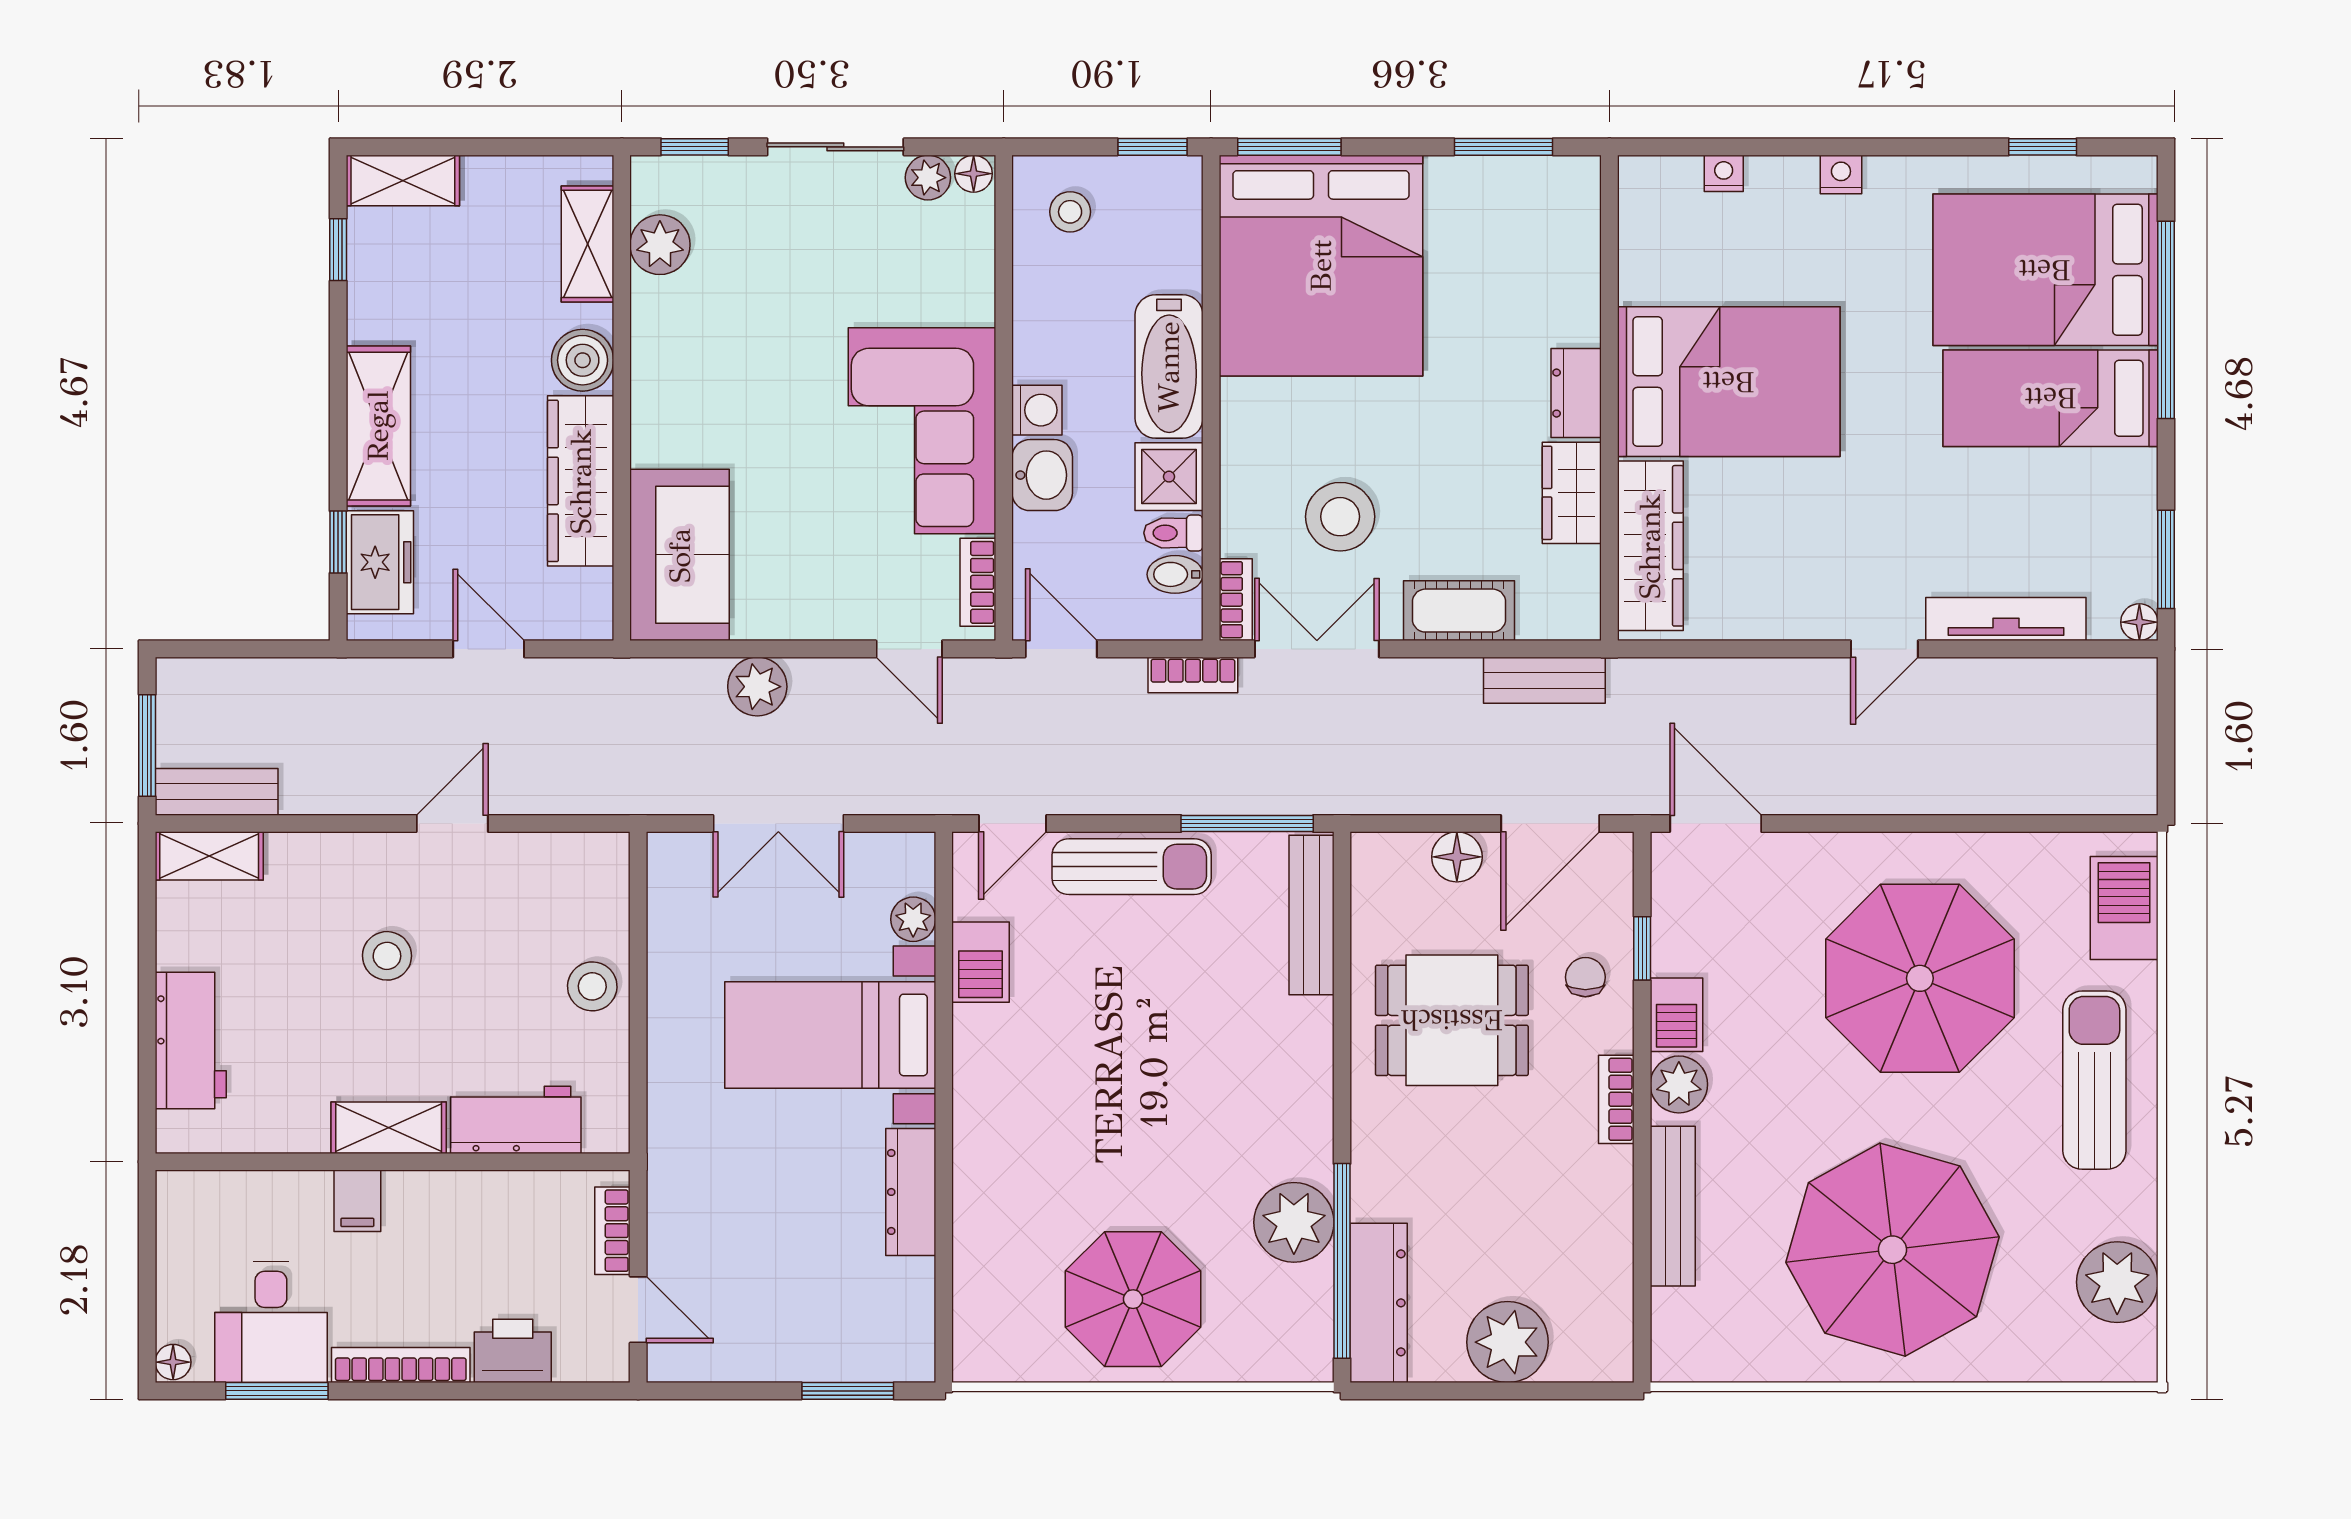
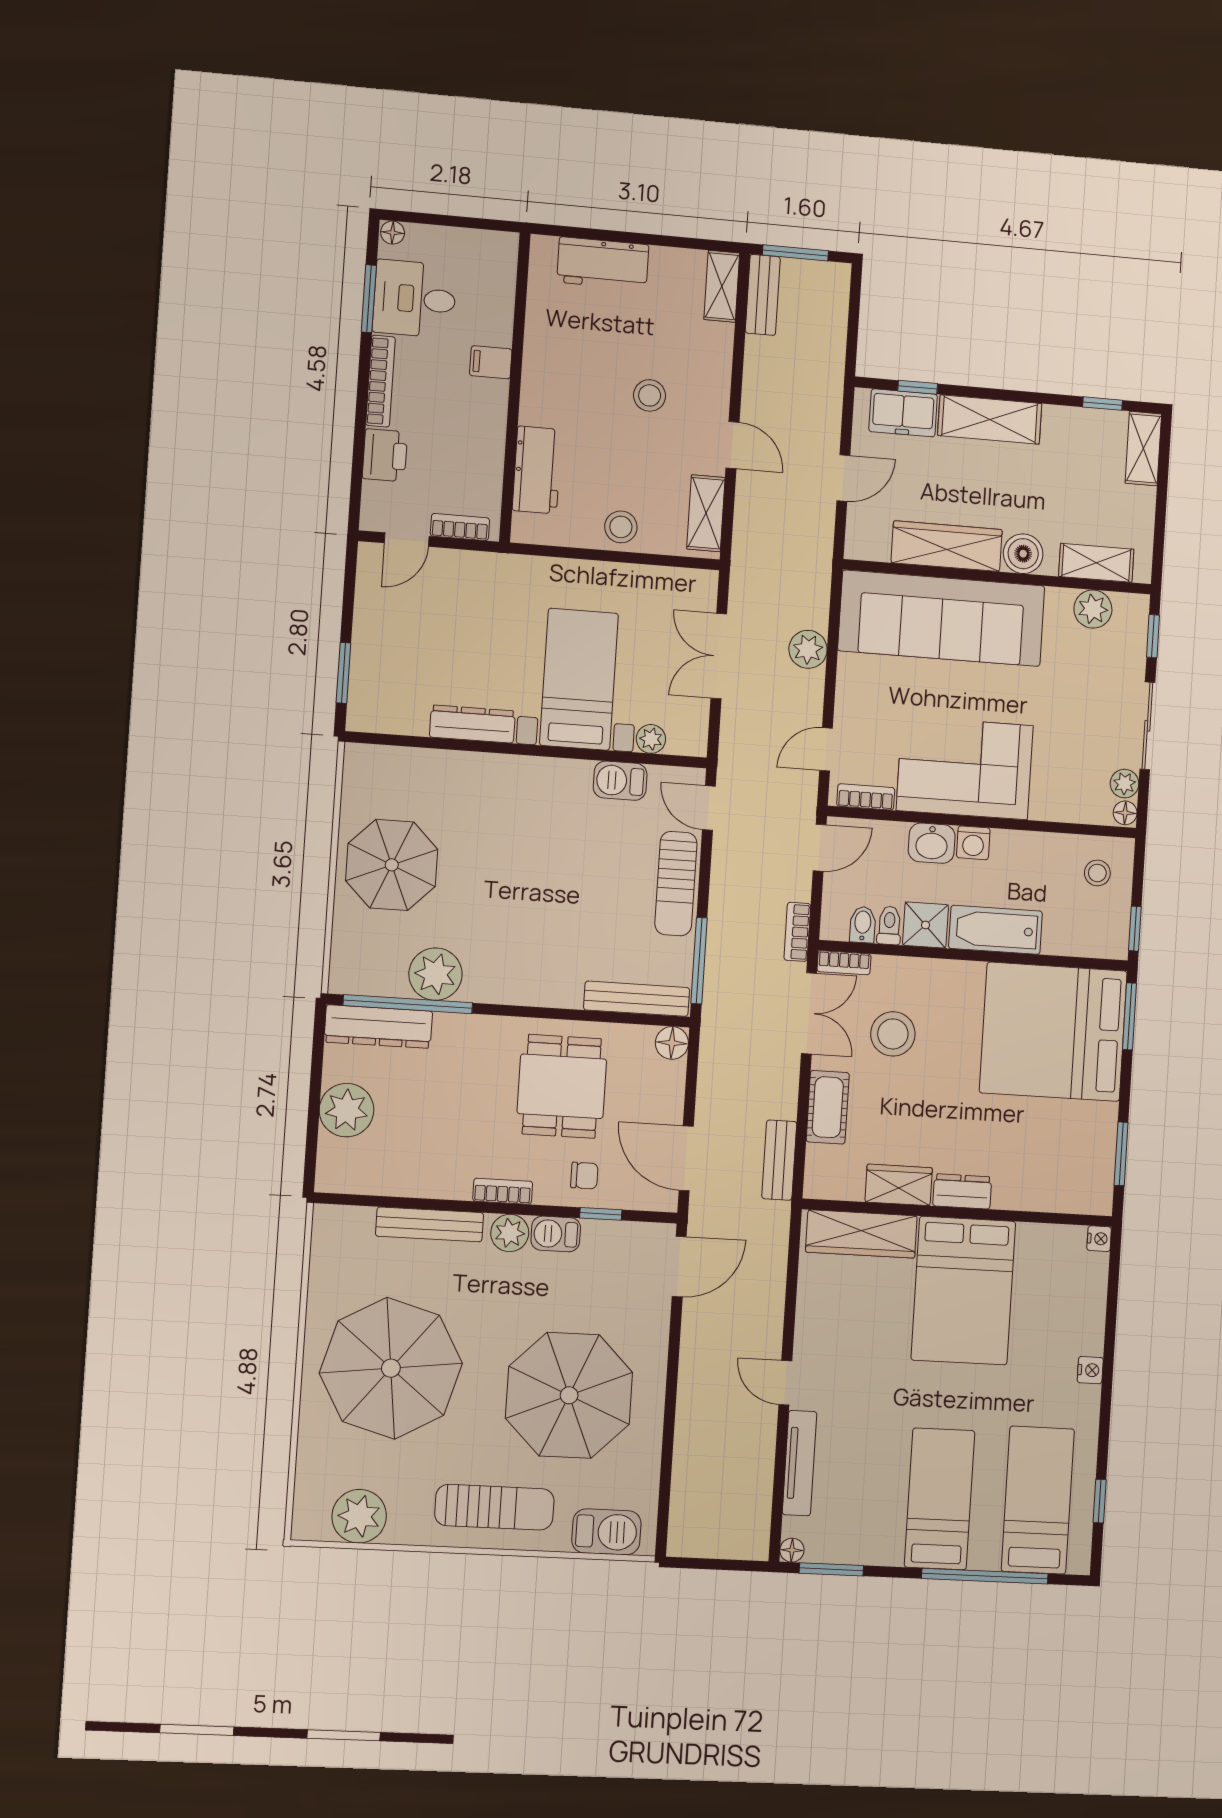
nightstand: (1724, 173) -> (1099, 1239), moved
bed: (2045, 270) -> (1038, 1500), width x0.67
sofa: (680, 555) -> (941, 618), width x1.85, depth x1.27
floor lamp: (1457, 857) -> (672, 1043), moved
shelving: (389, 1128) -> (706, 513), moved

